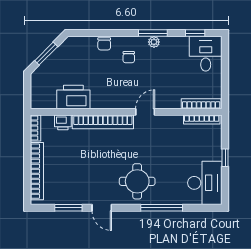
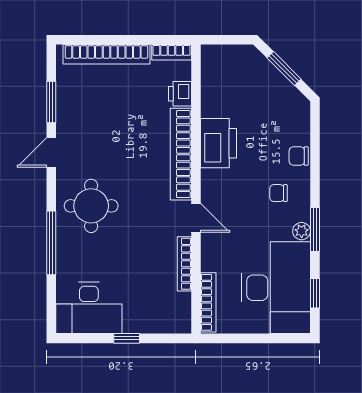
desk: (206, 54) -> (276, 288), width x1.87, depth x1.30
printer: (73, 97) -> (218, 143), moved
bookcase: (202, 120) -> (184, 264), moved

